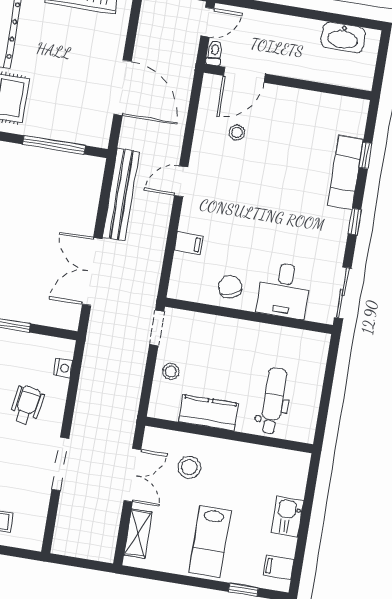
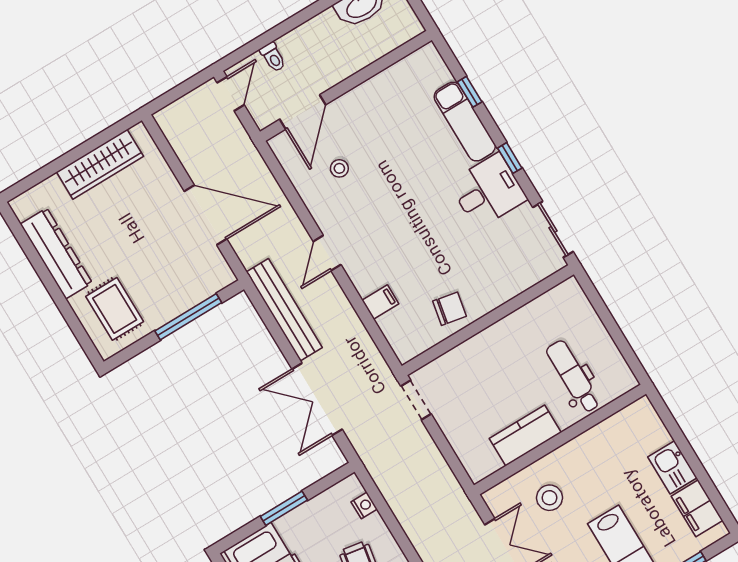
toilet: (214, 53) -> (273, 57), moved, turned 180
chair: (230, 287) -> (450, 309), turned 122
desk: (284, 290) -> (488, 191), moved, turned -90
stool: (171, 371) -> (461, 428), removed
filing cabinet: (279, 567) -> (697, 508), width x2.00

